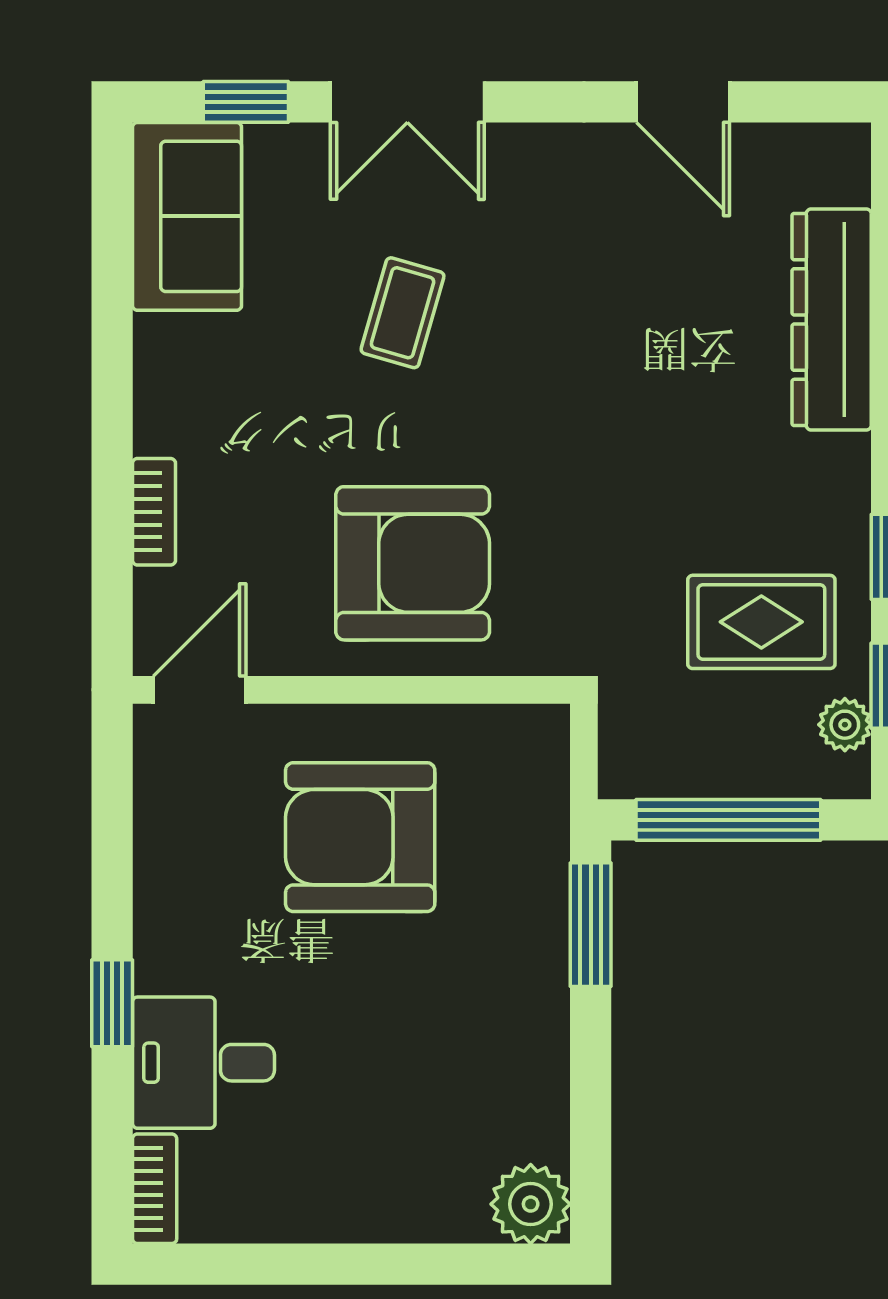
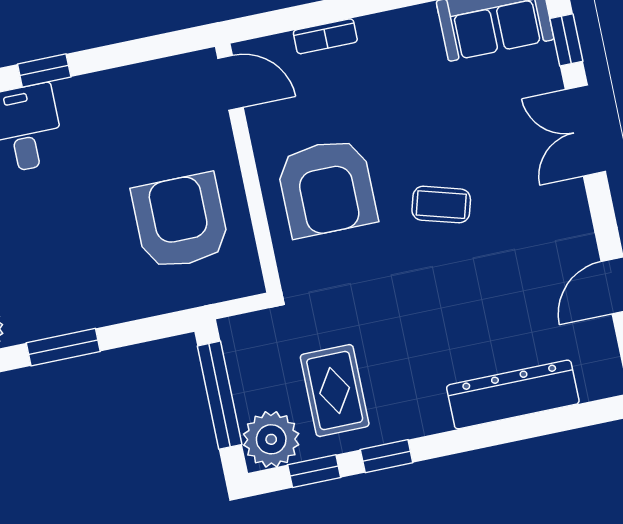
coffee table: (403, 313) -> (441, 205), moved
plant: (845, 725) -> (271, 439), width x1.87, depth x1.87
armchair: (360, 837) -> (181, 221), moved
window: (591, 925) -> (63, 347), moved

